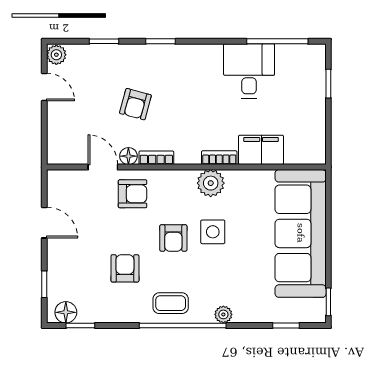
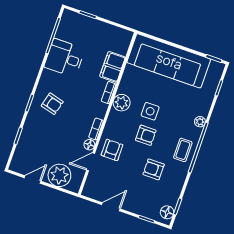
plant: (56, 55) -> (59, 175), moved, width x1.87, depth x1.87
armchair: (135, 104) -> (52, 104), moved

